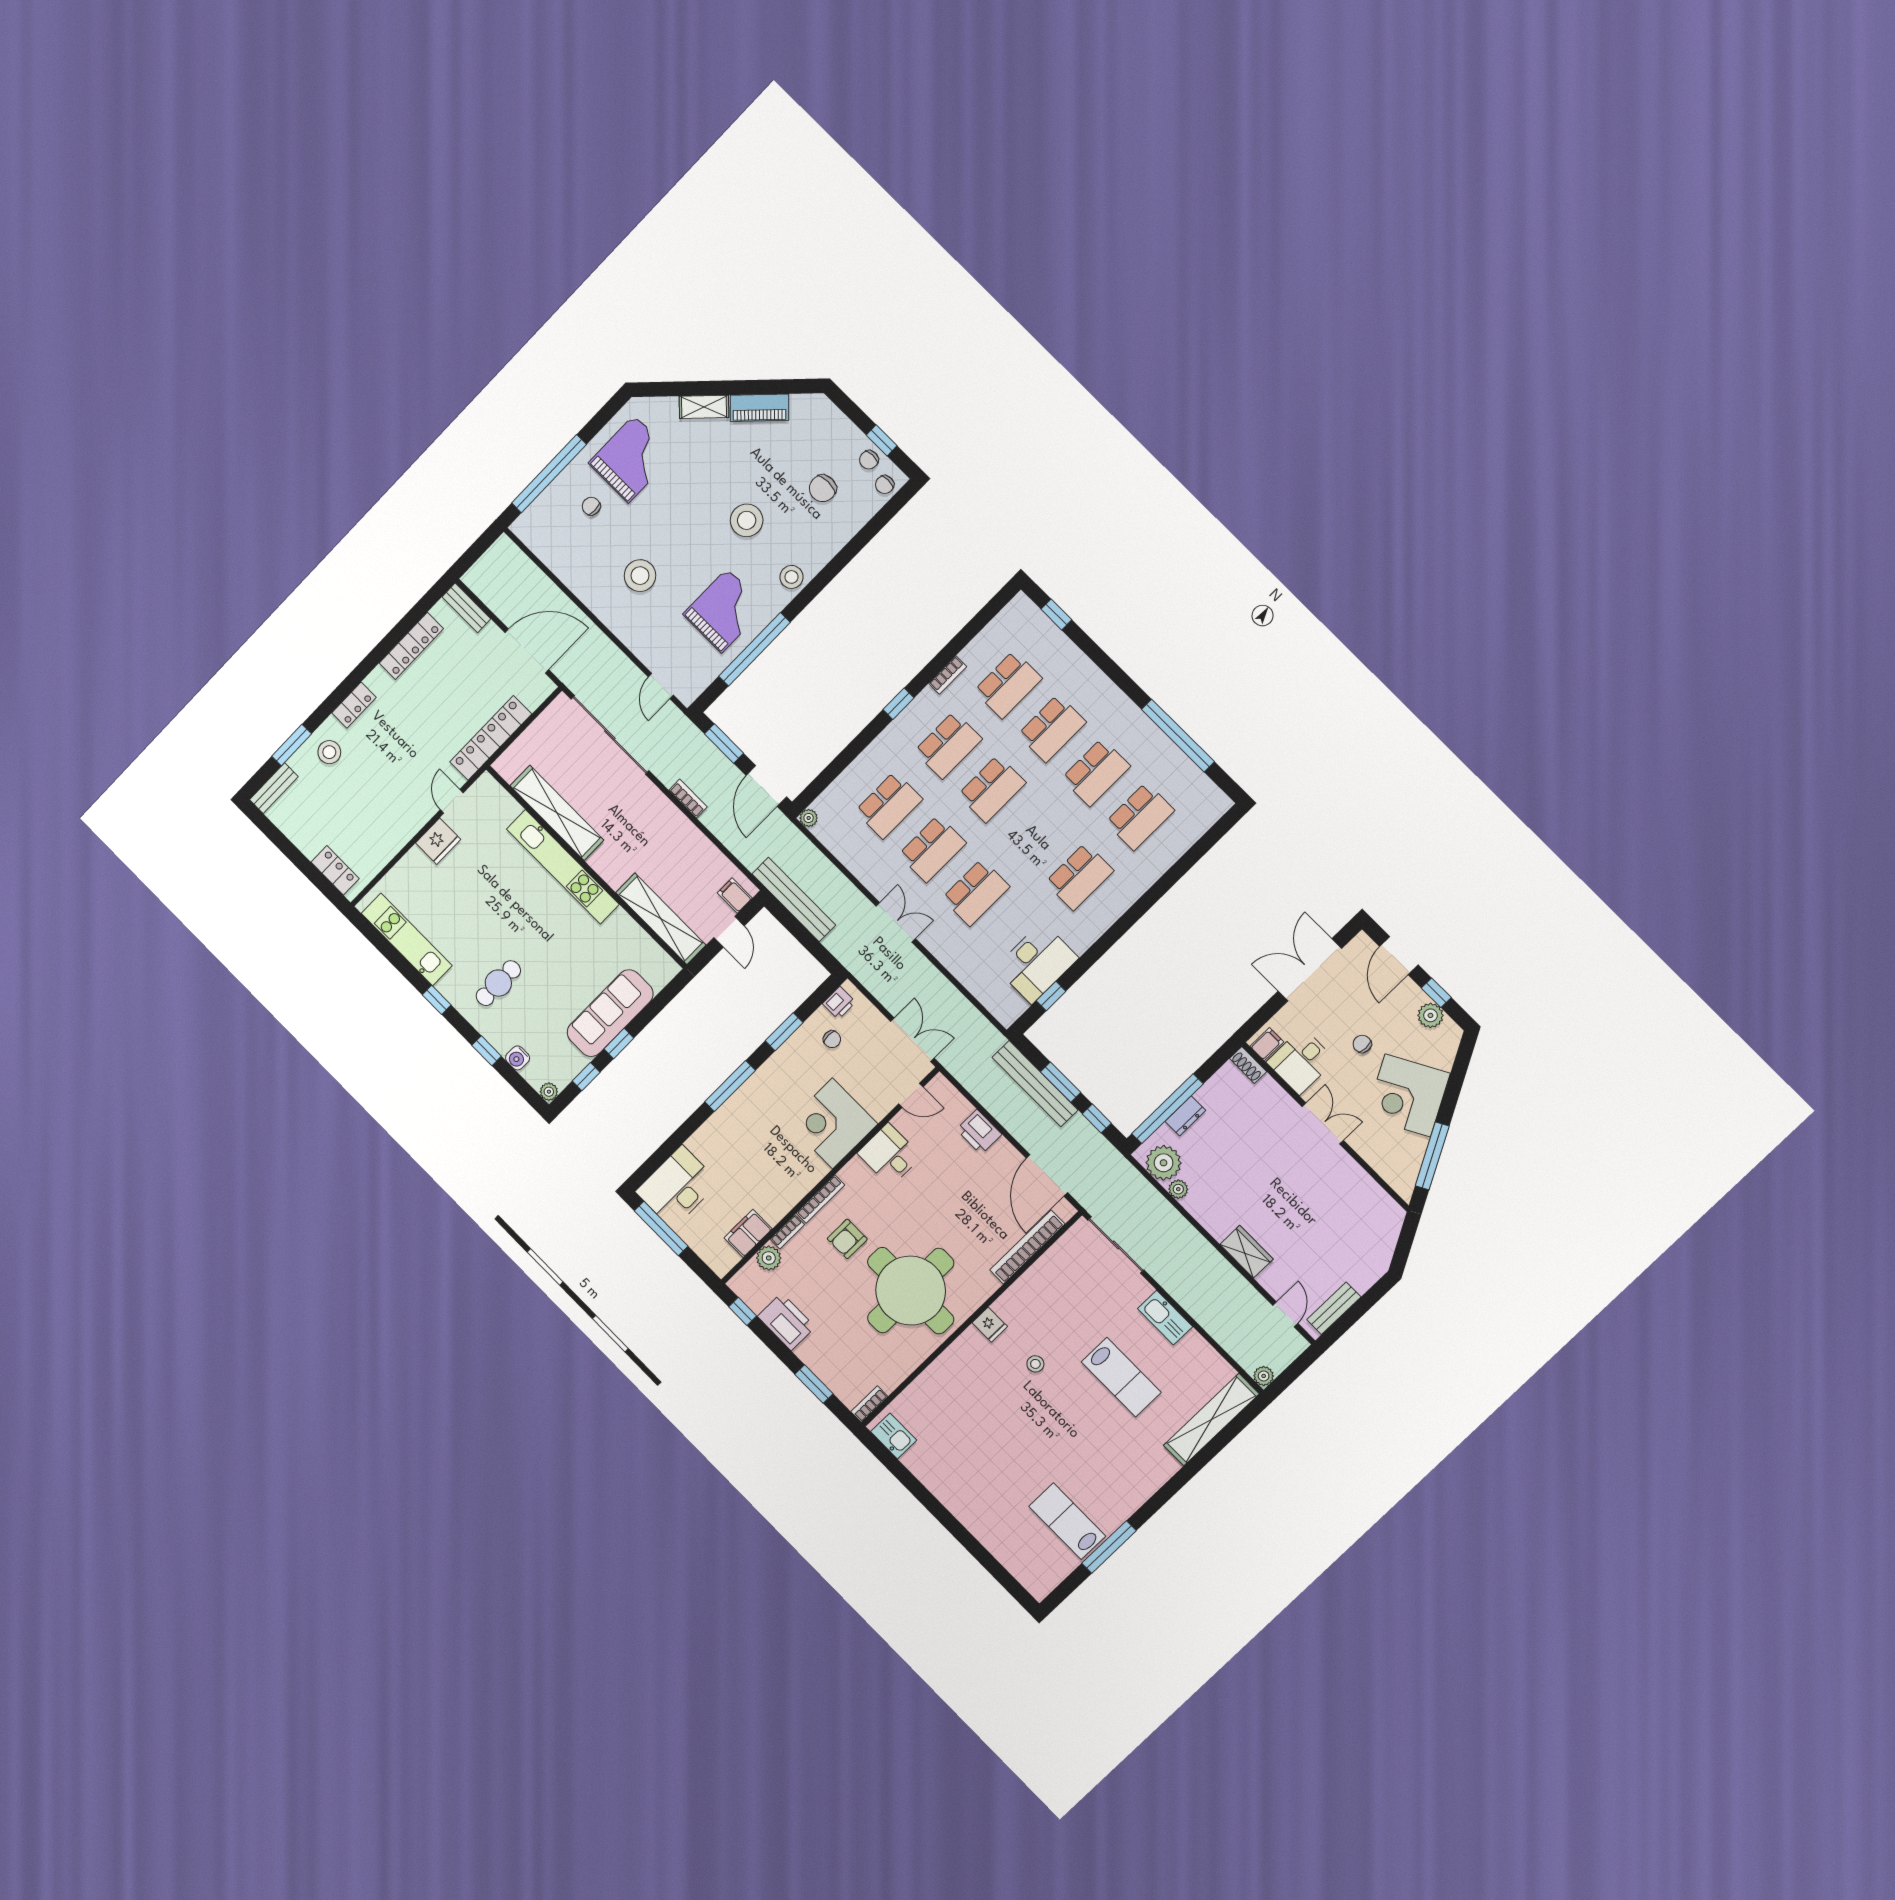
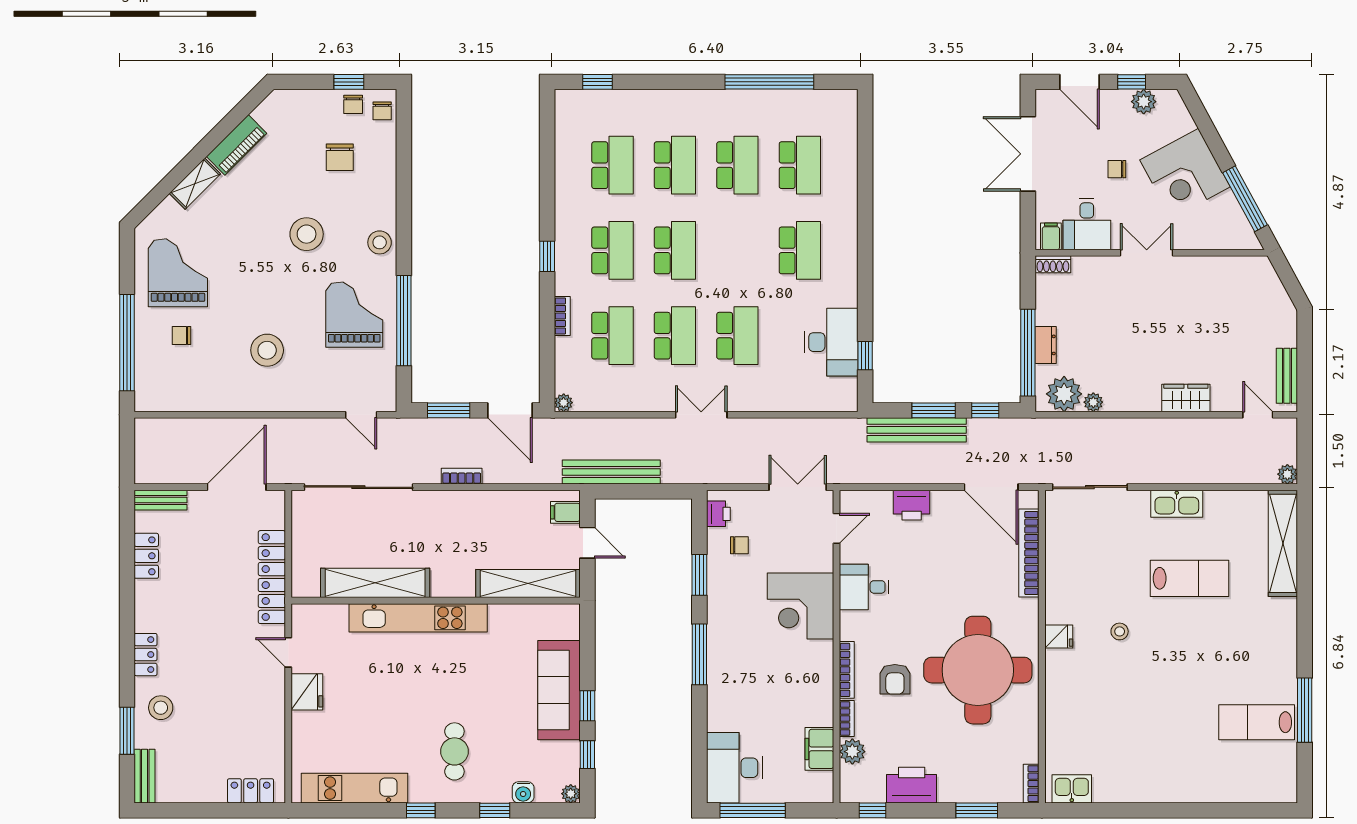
locker: (411, 646) -> (146, 556), width x0.66
bookcase: (948, 675) -> (562, 316), moved

